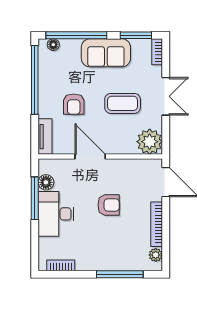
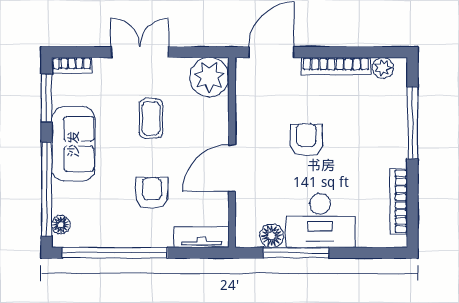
coffee table: (123, 103) -> (151, 118), width x0.73, depth x0.77
armchair: (74, 104) -> (152, 193), turned -90
bookcase: (61, 265) -> (399, 201), width x1.56

